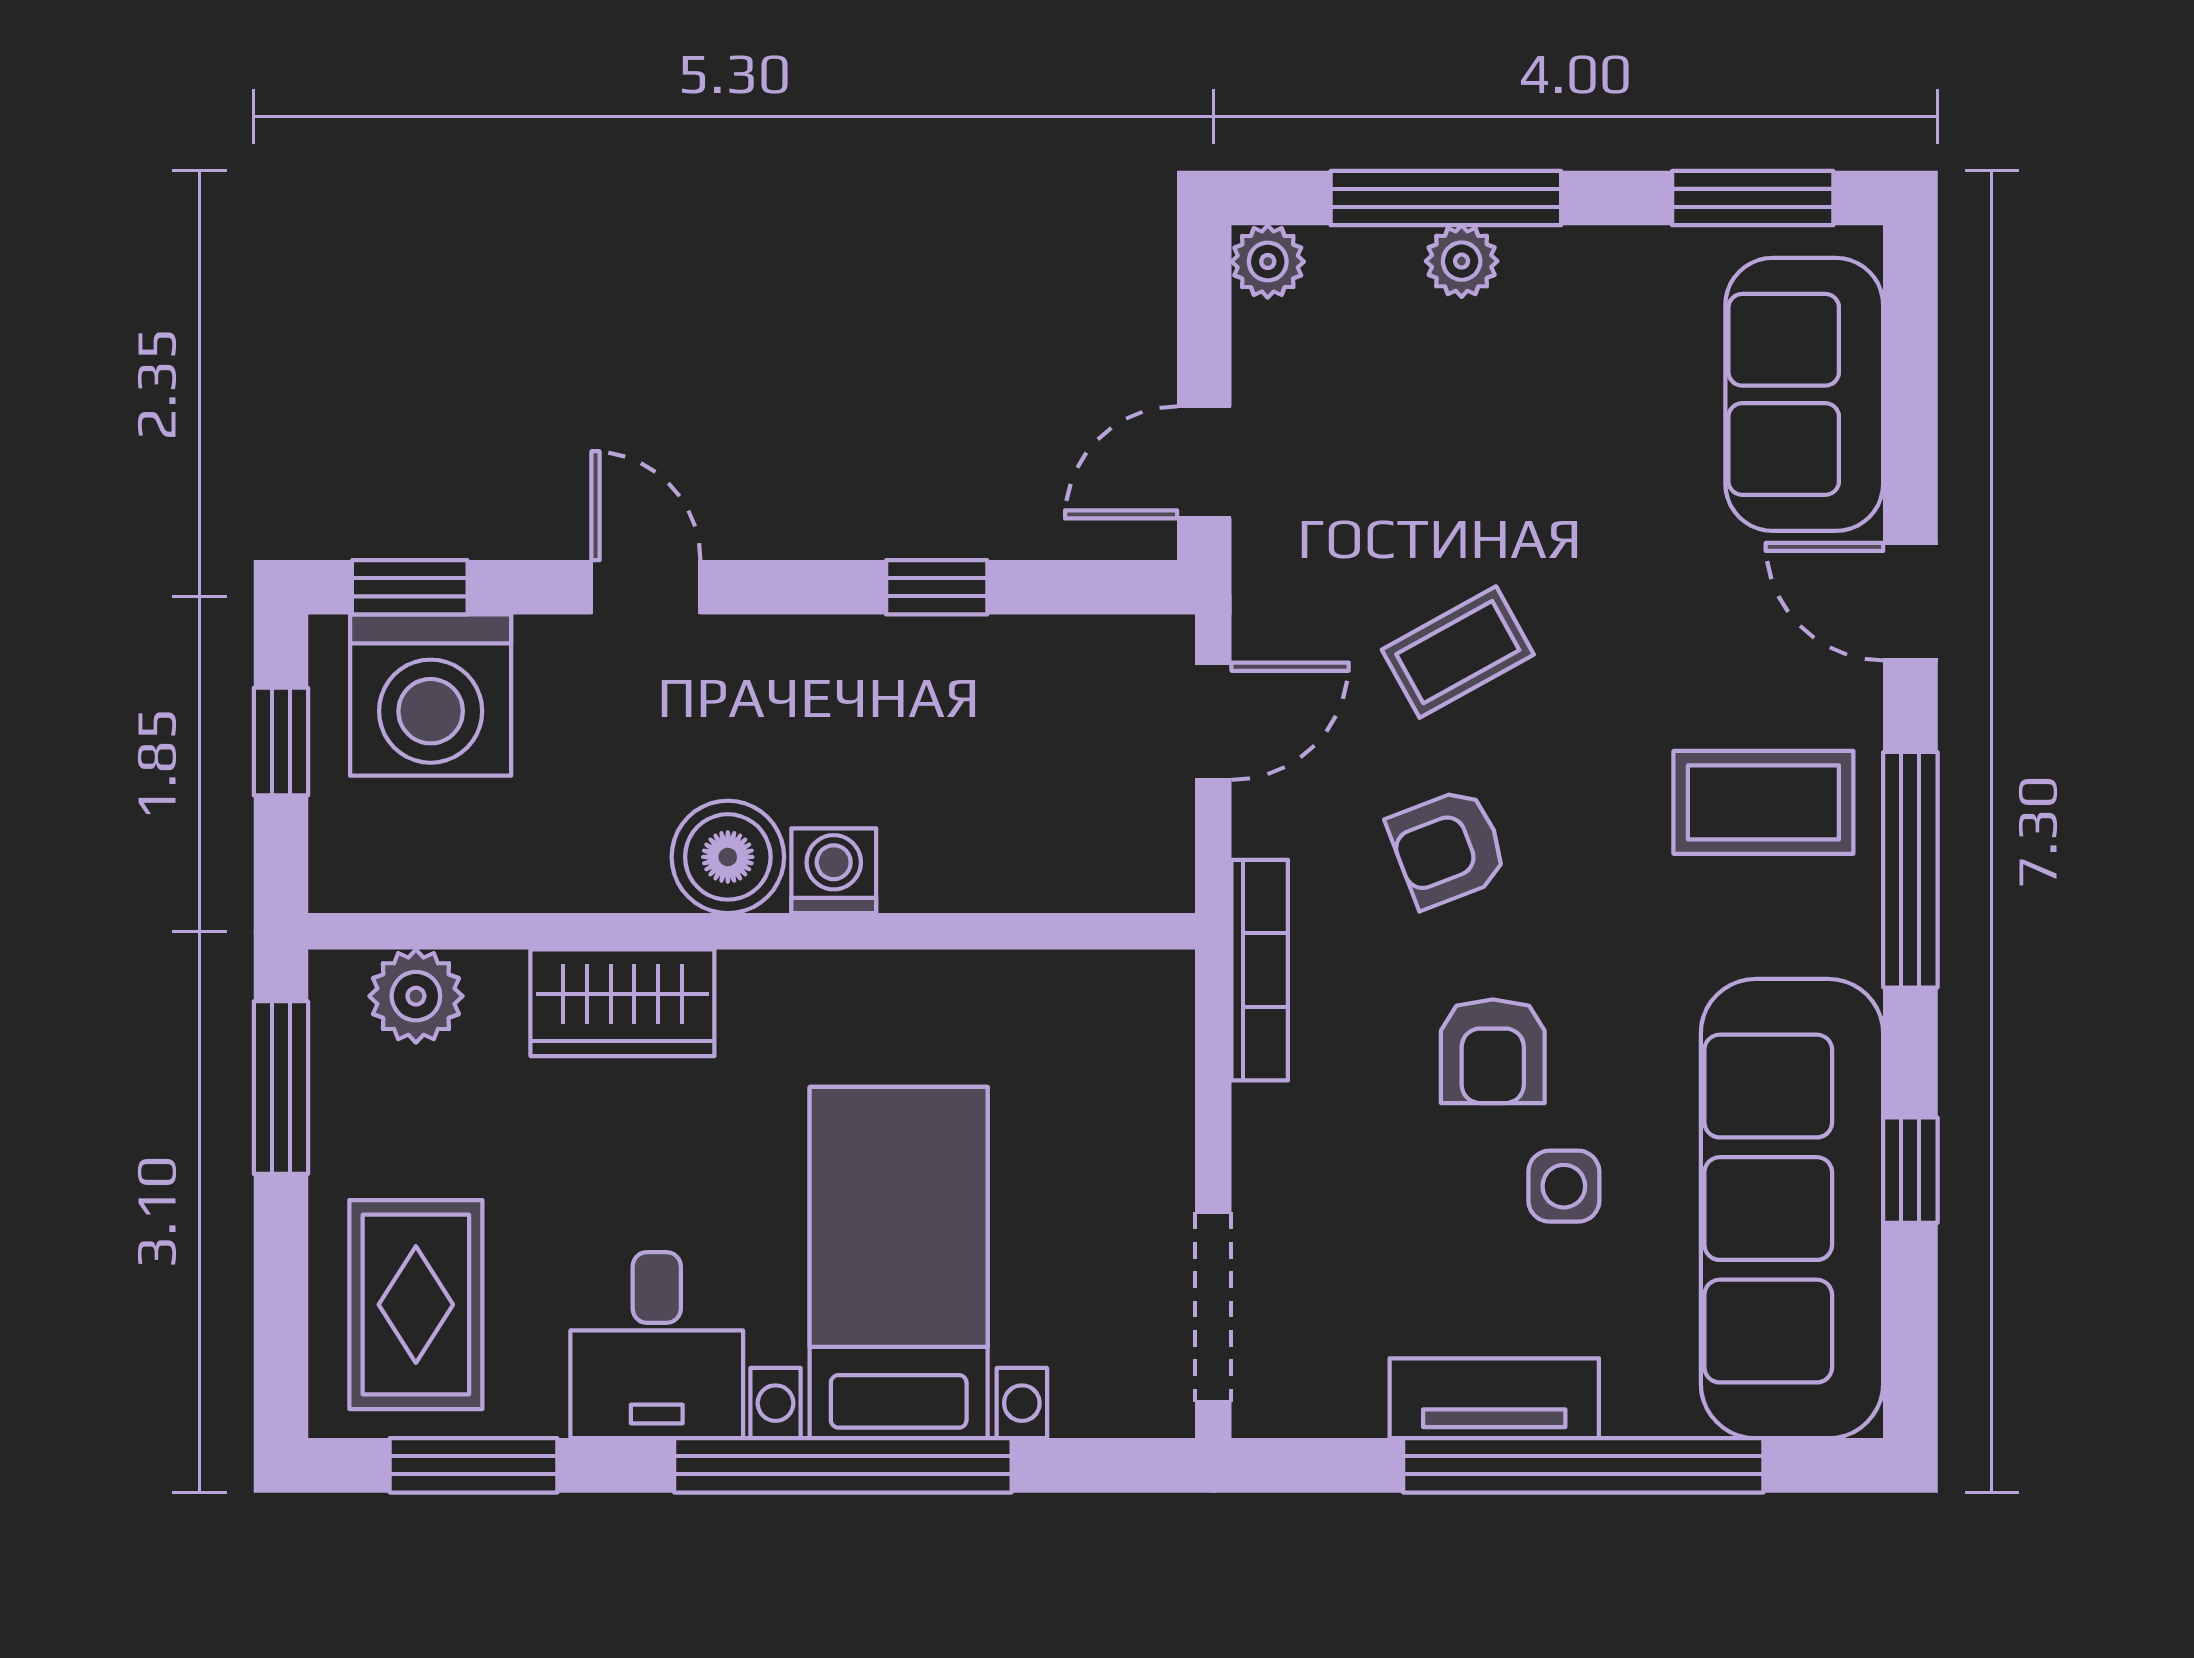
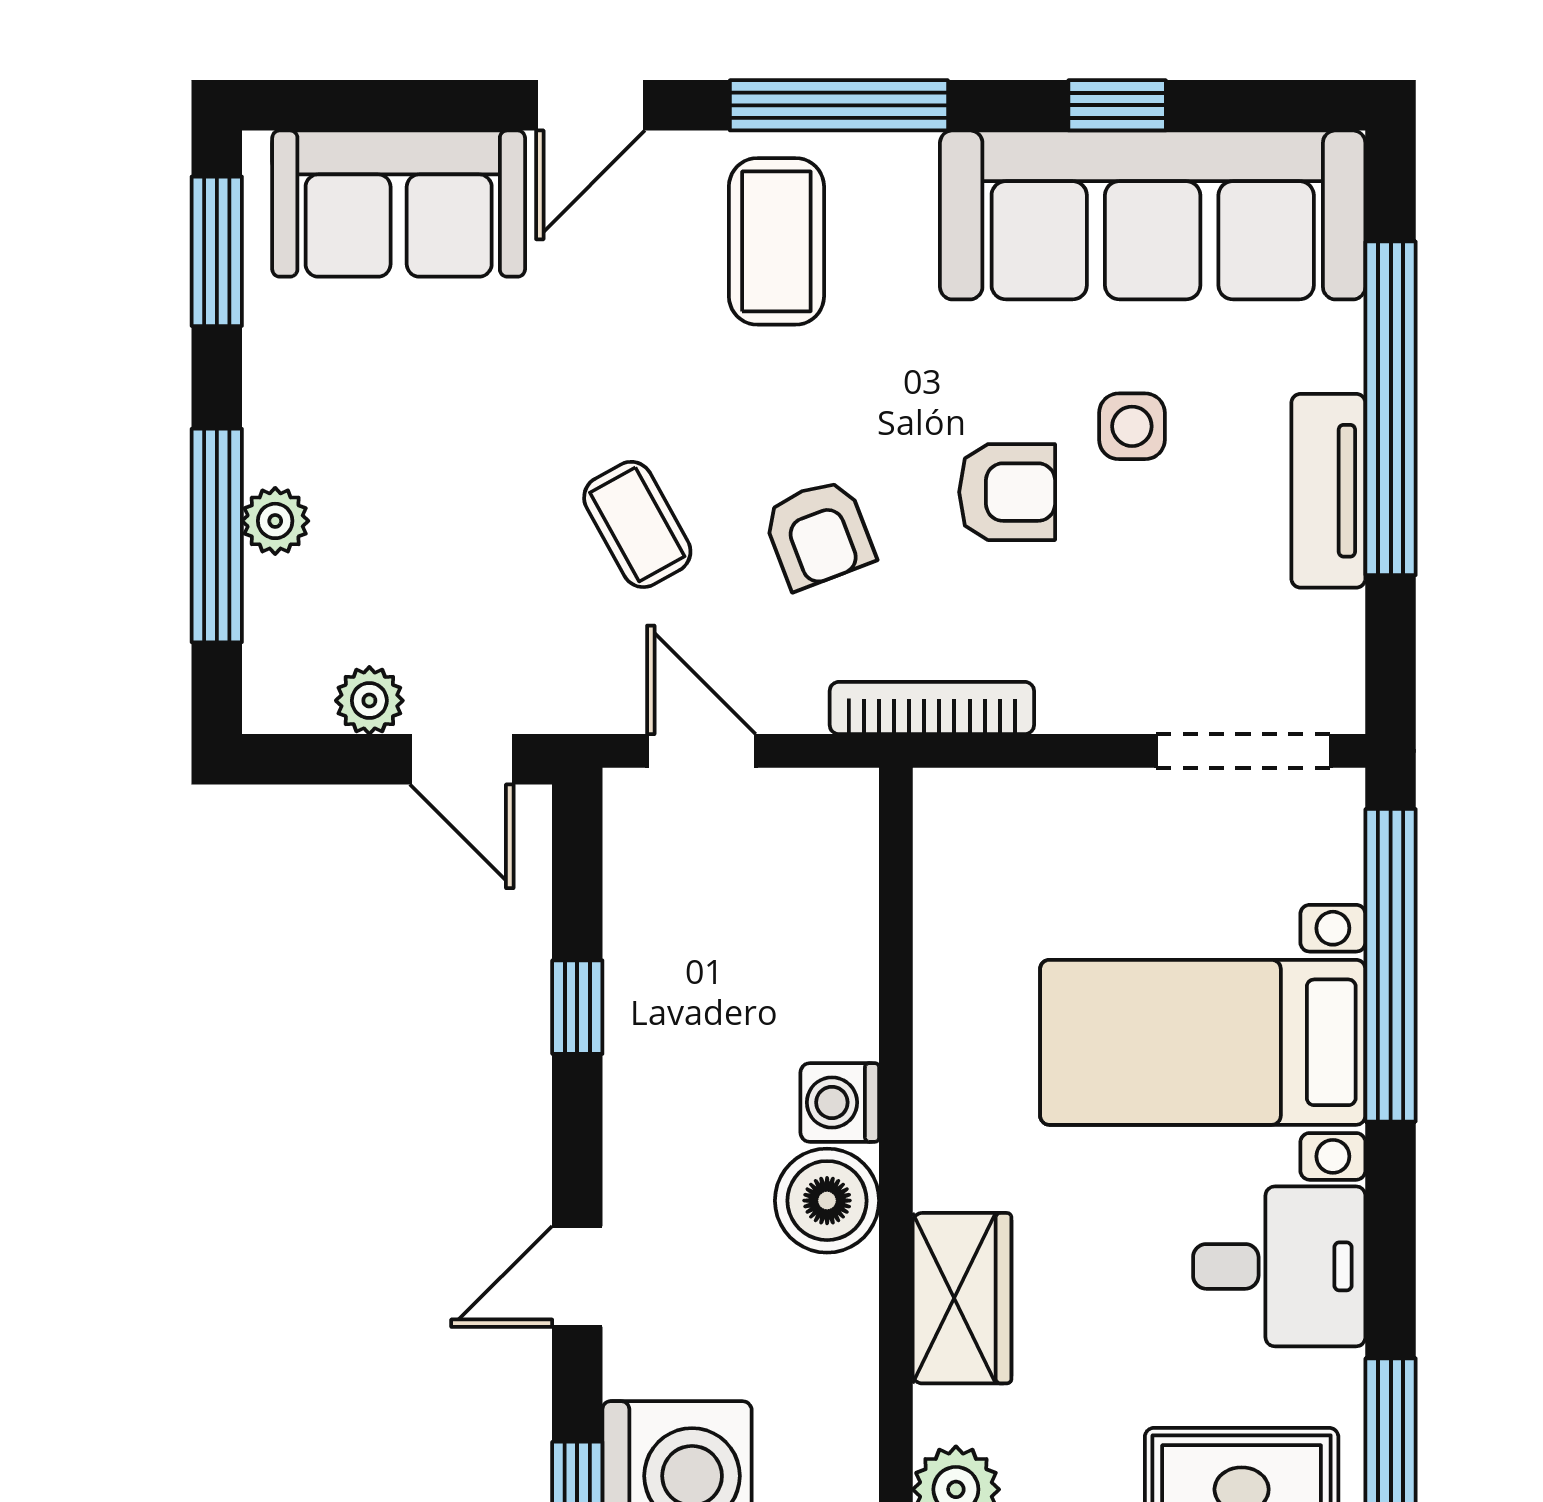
plant: (1268, 262) -> (369, 701), moved
window: (843, 1465) -> (1391, 965), moved

